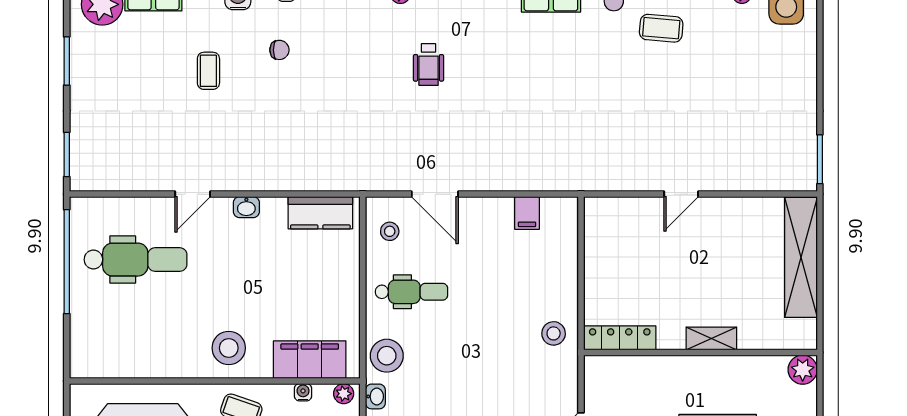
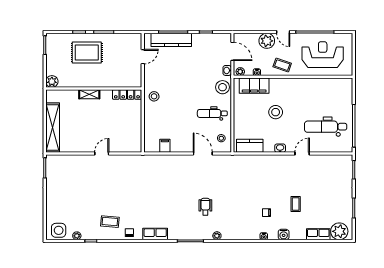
stool: (229, 348) -> (276, 112), moved

